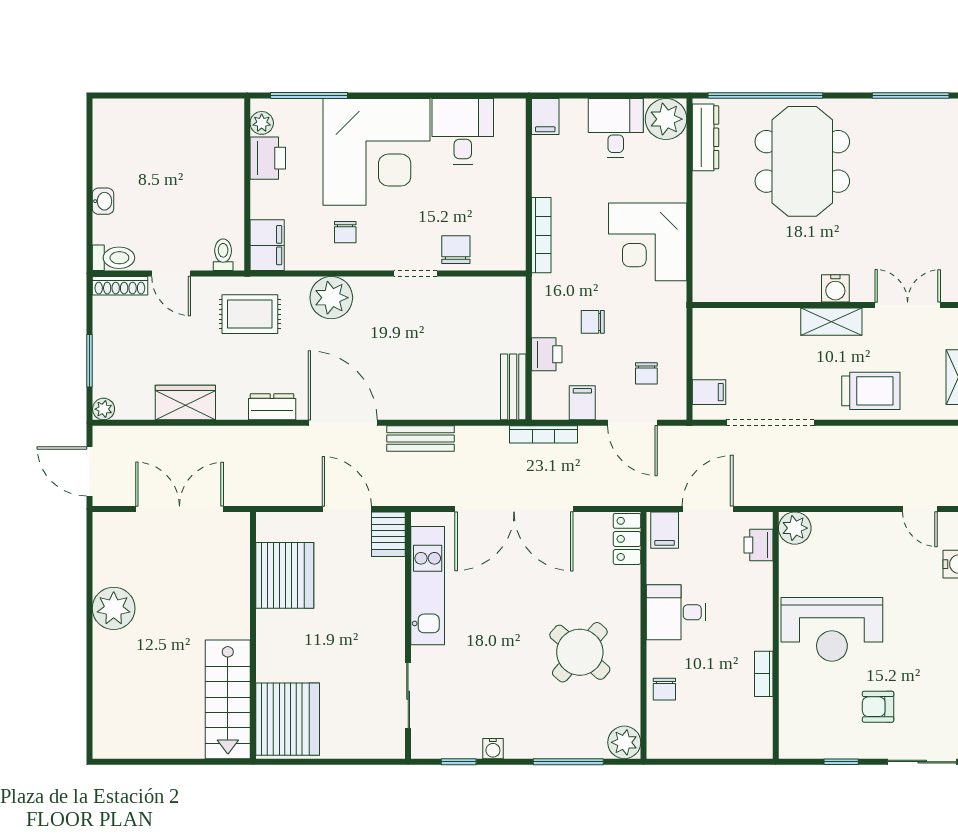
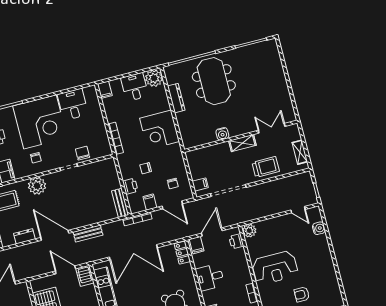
dresser: (705, 137) -> (176, 98), moved
water cooler: (835, 288) -> (222, 134), moved

